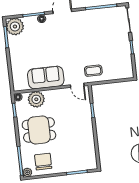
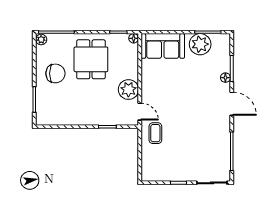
plant: (15, 27) -> (200, 44), moved
sofa: (46, 77) -> (163, 46), moved, turned 90
door: (77, 85) -> (140, 112), swing flipped
plant: (36, 99) -> (128, 90), moved
chair: (43, 162) -> (55, 73), moved

